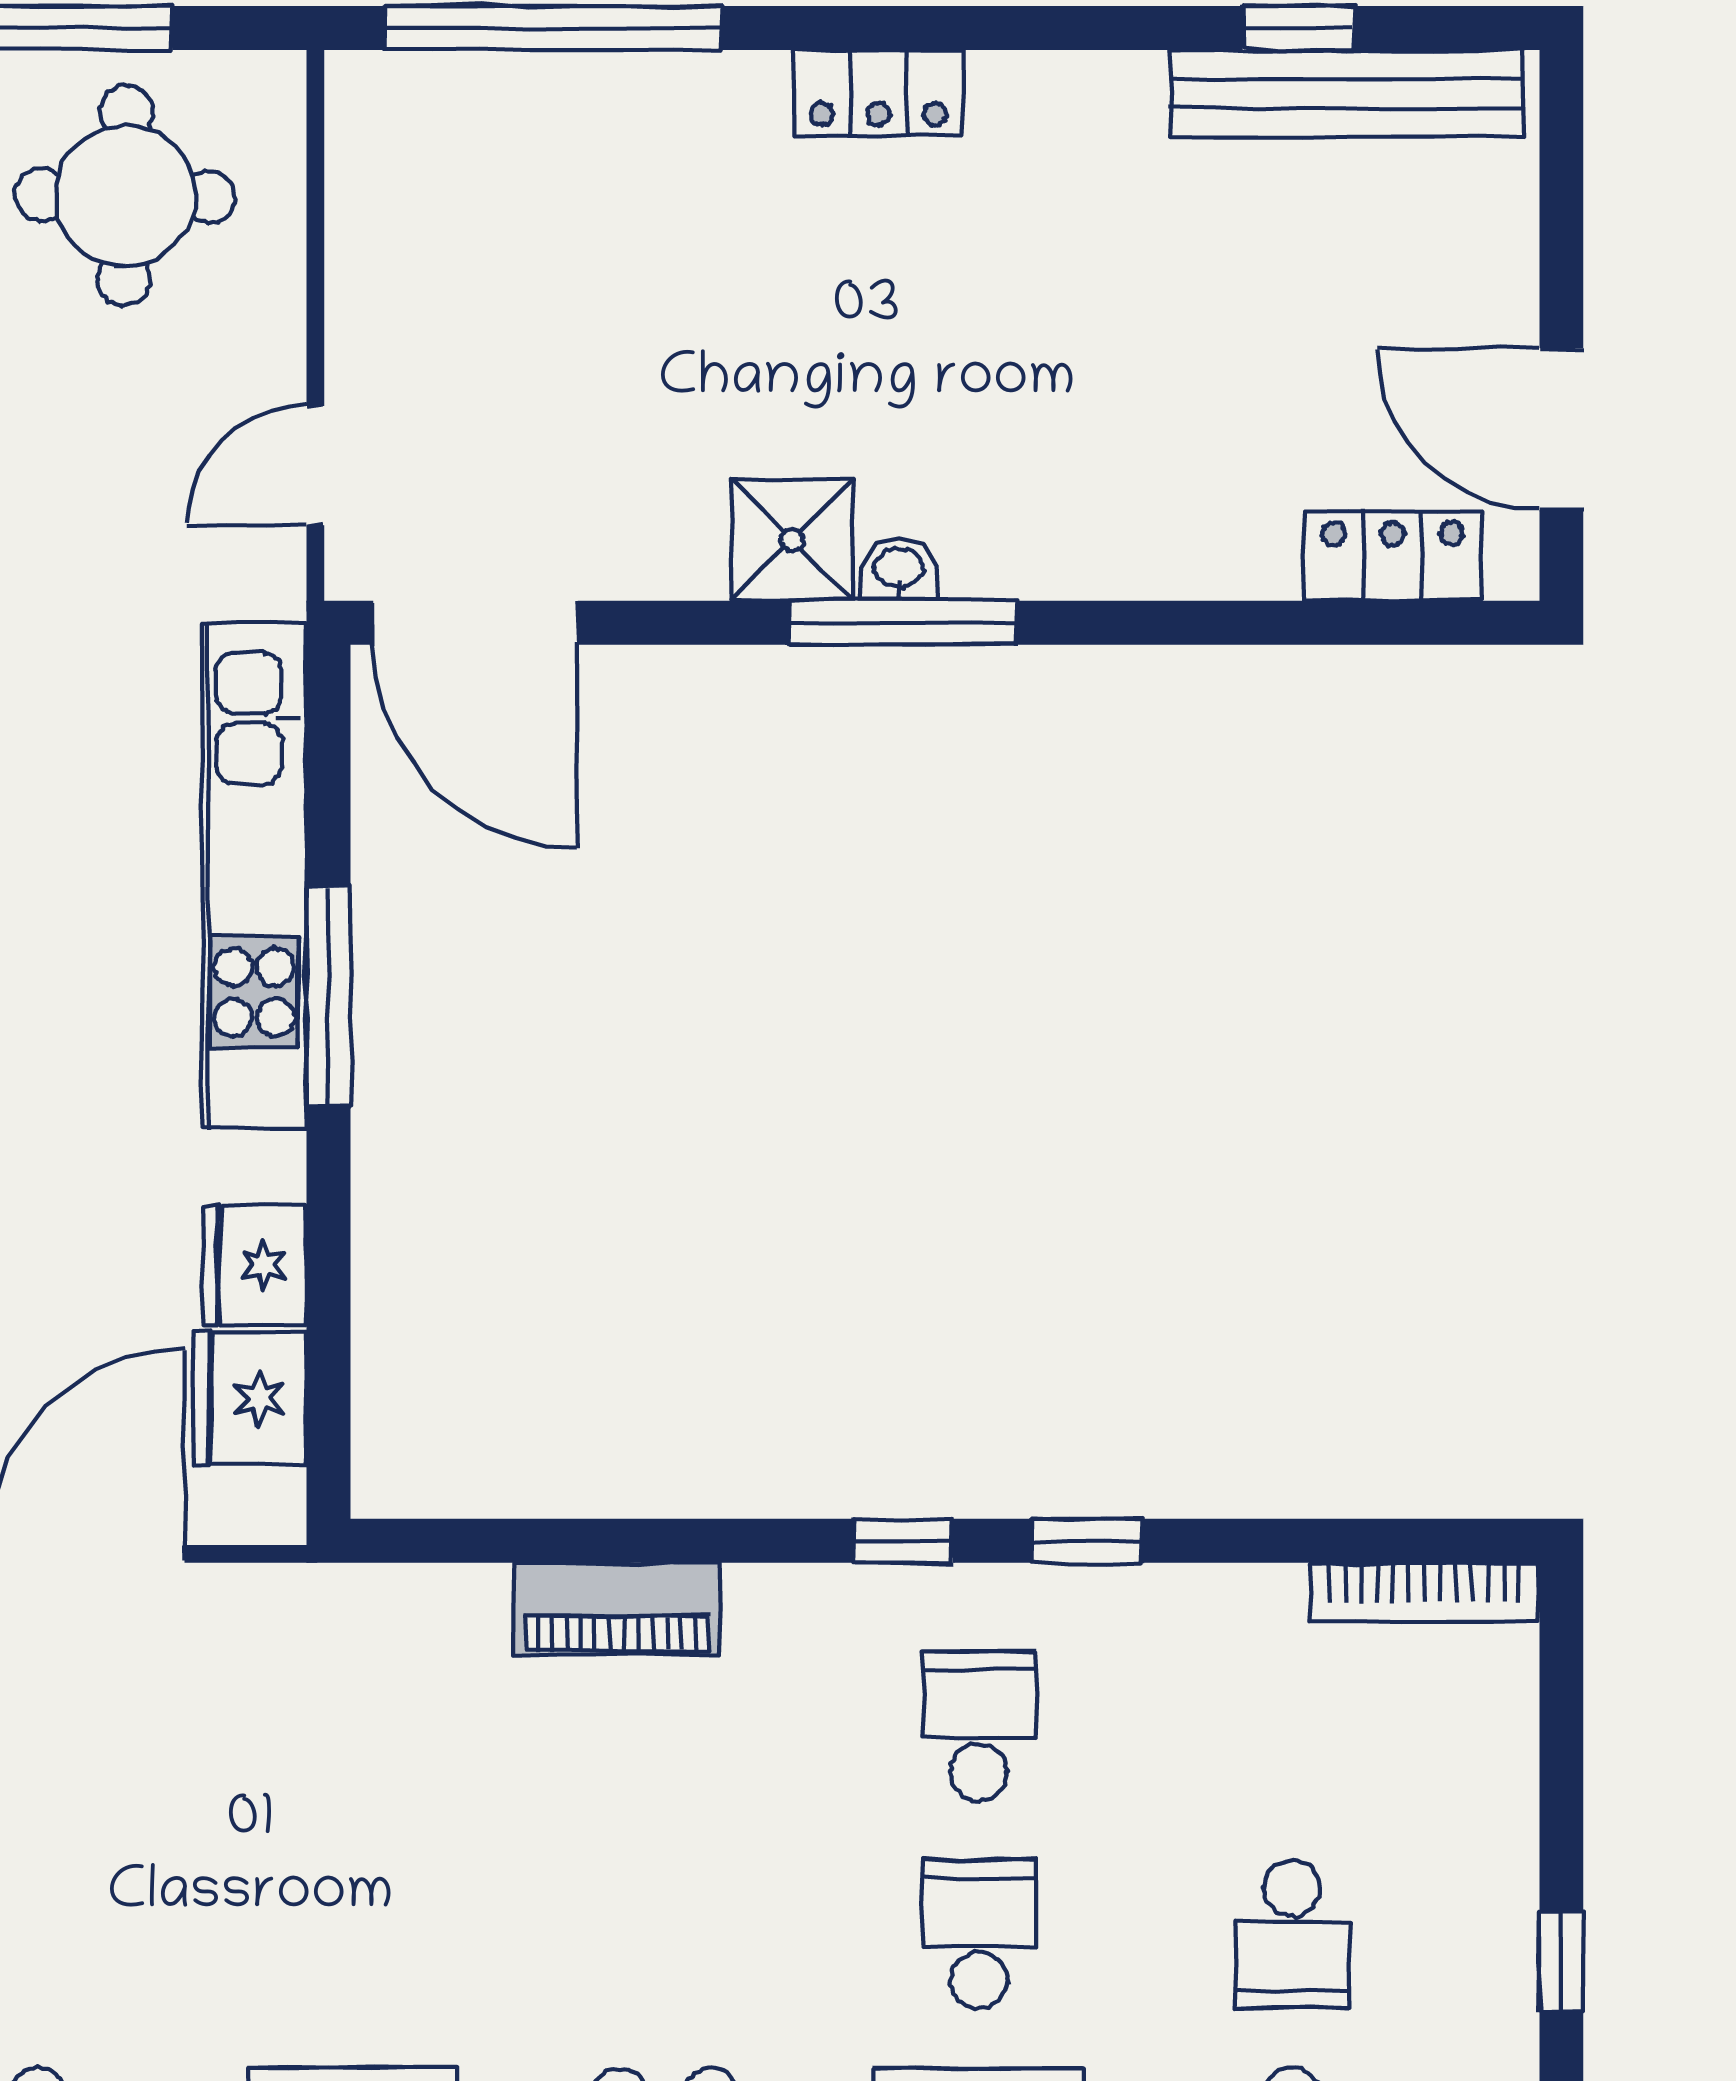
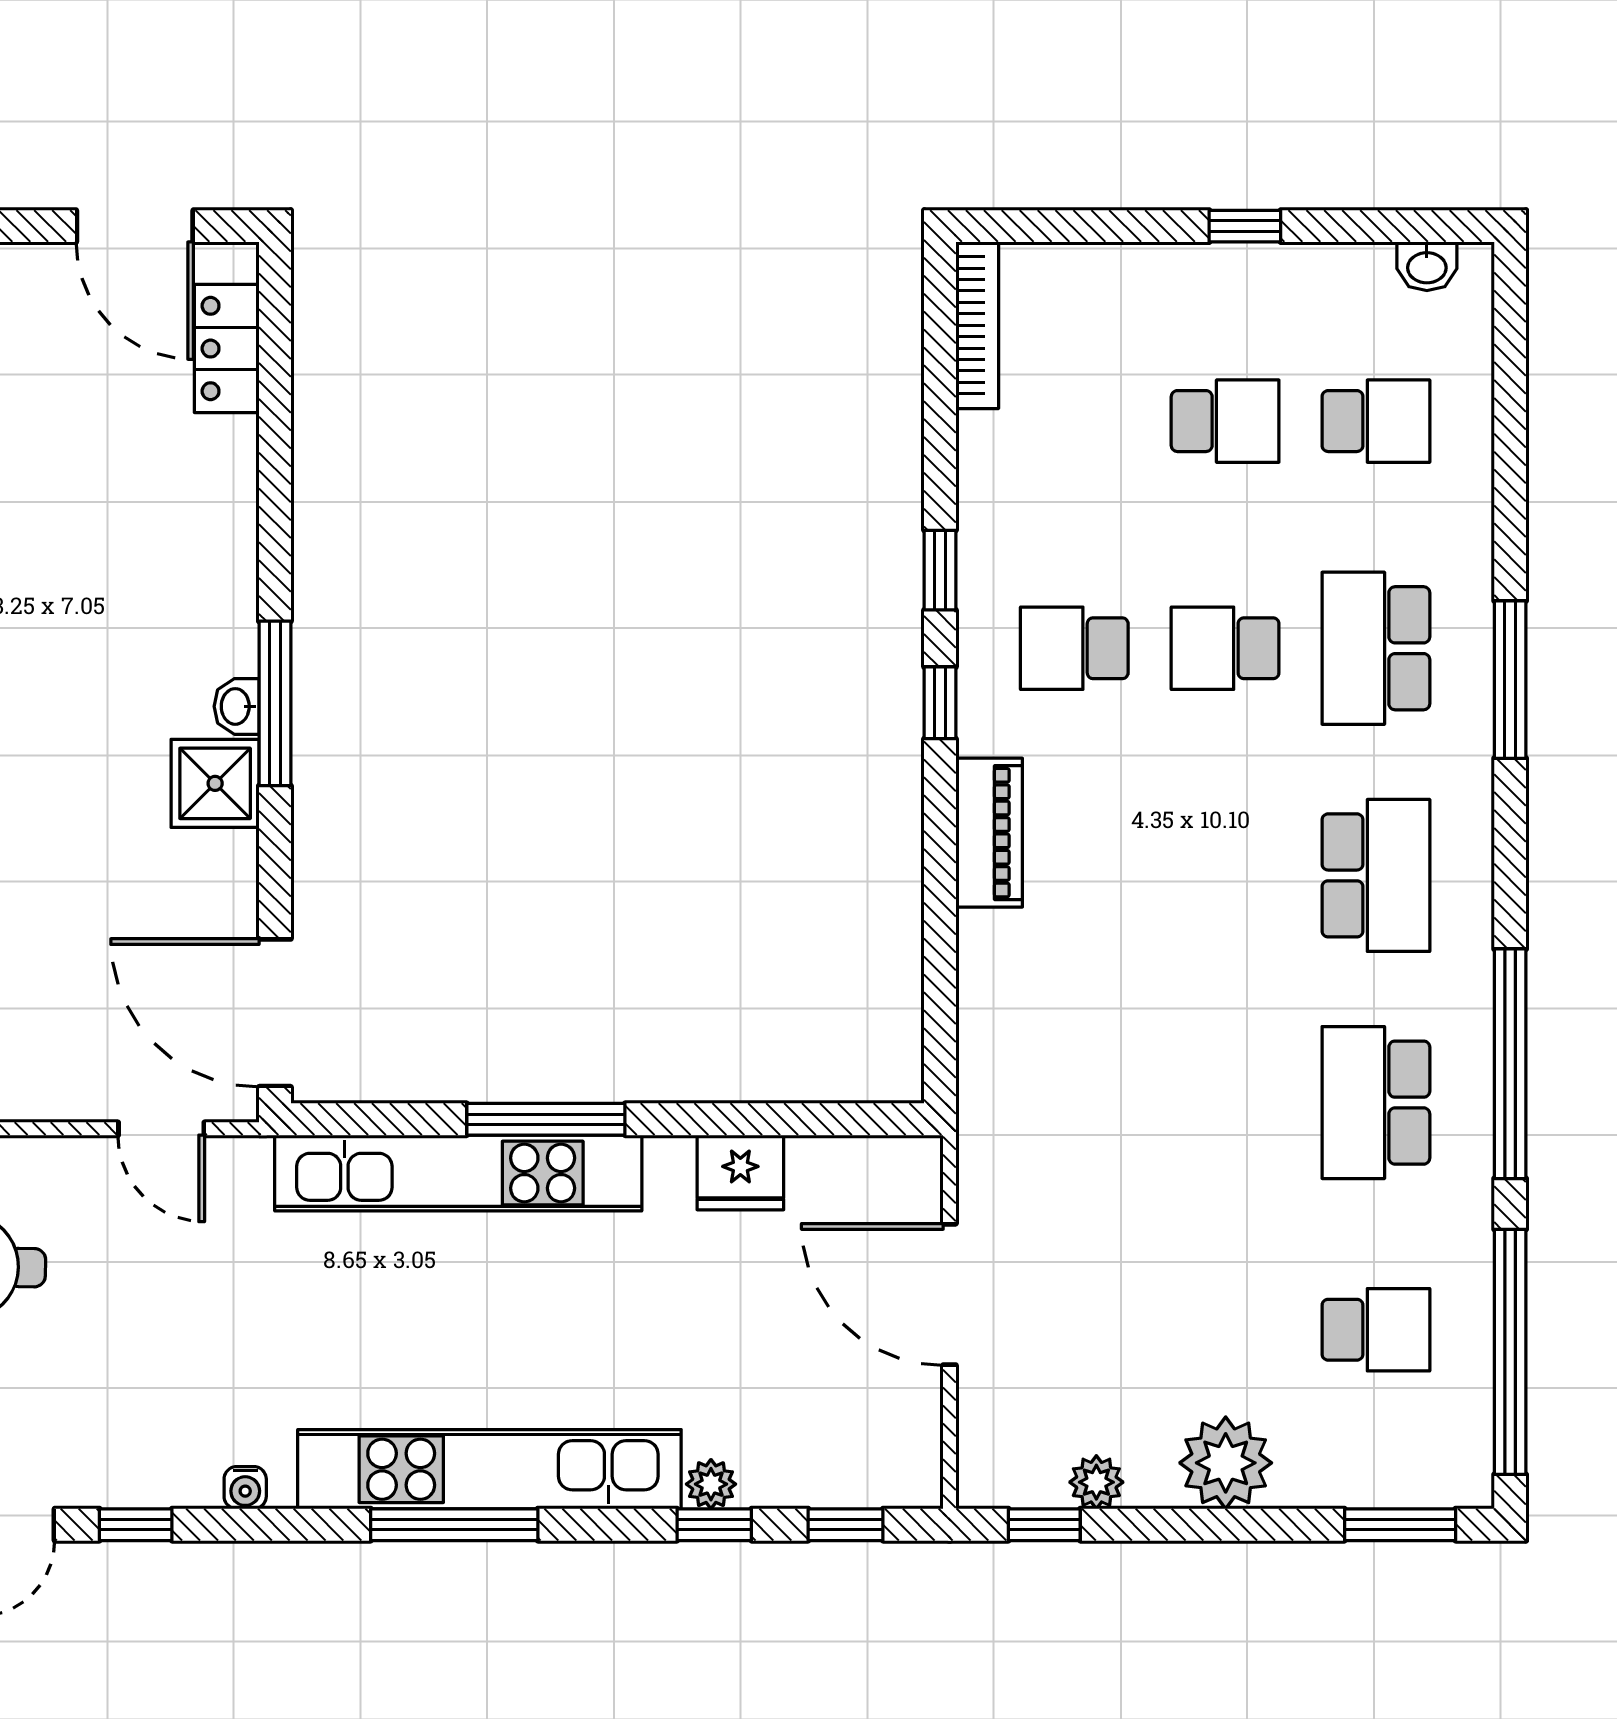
door: (1561, 429) -> (135, 226), hinge flipped
door: (475, 623) -> (275, 1013), swing flipped
fridge: (250, 1398) -> (837, 1176), removed
piano: (617, 1609) -> (989, 833), moved

